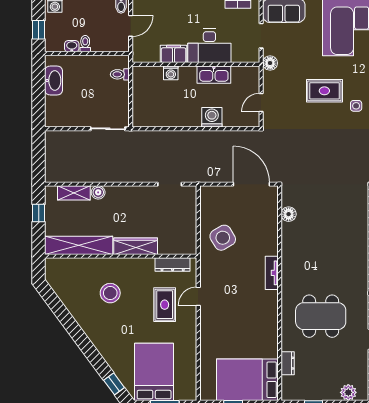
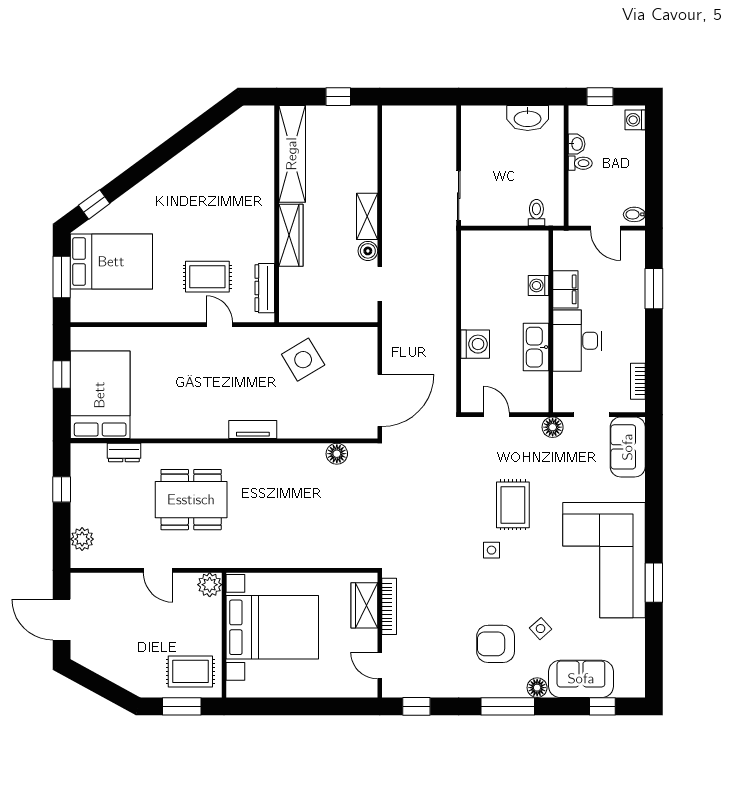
boiler: (98, 192) -> (368, 251), moved
shelving: (74, 193) -> (367, 216), moved
stool: (110, 293) -> (224, 199), removed
dining table: (321, 316) -> (191, 500), turned 90

